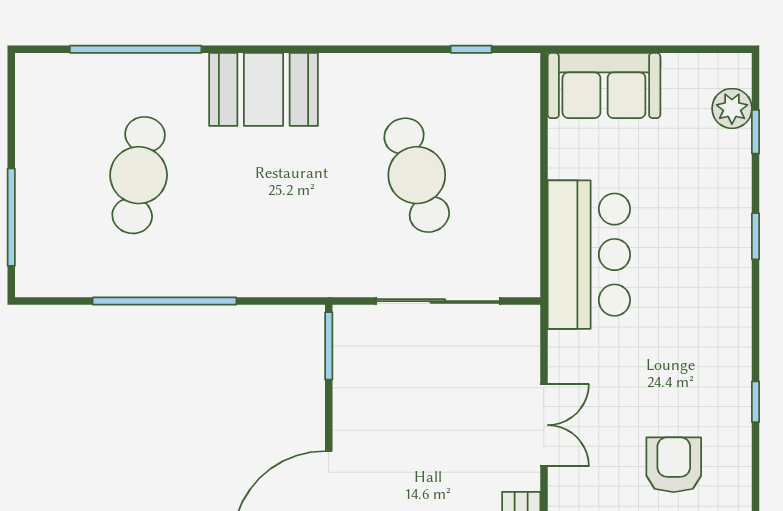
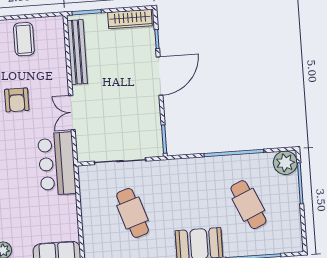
cafe table: (139, 175) -> (248, 205), turned -33
bar counter: (589, 255) -> (57, 164), moved
plant: (43, 269) -> (285, 163), added

